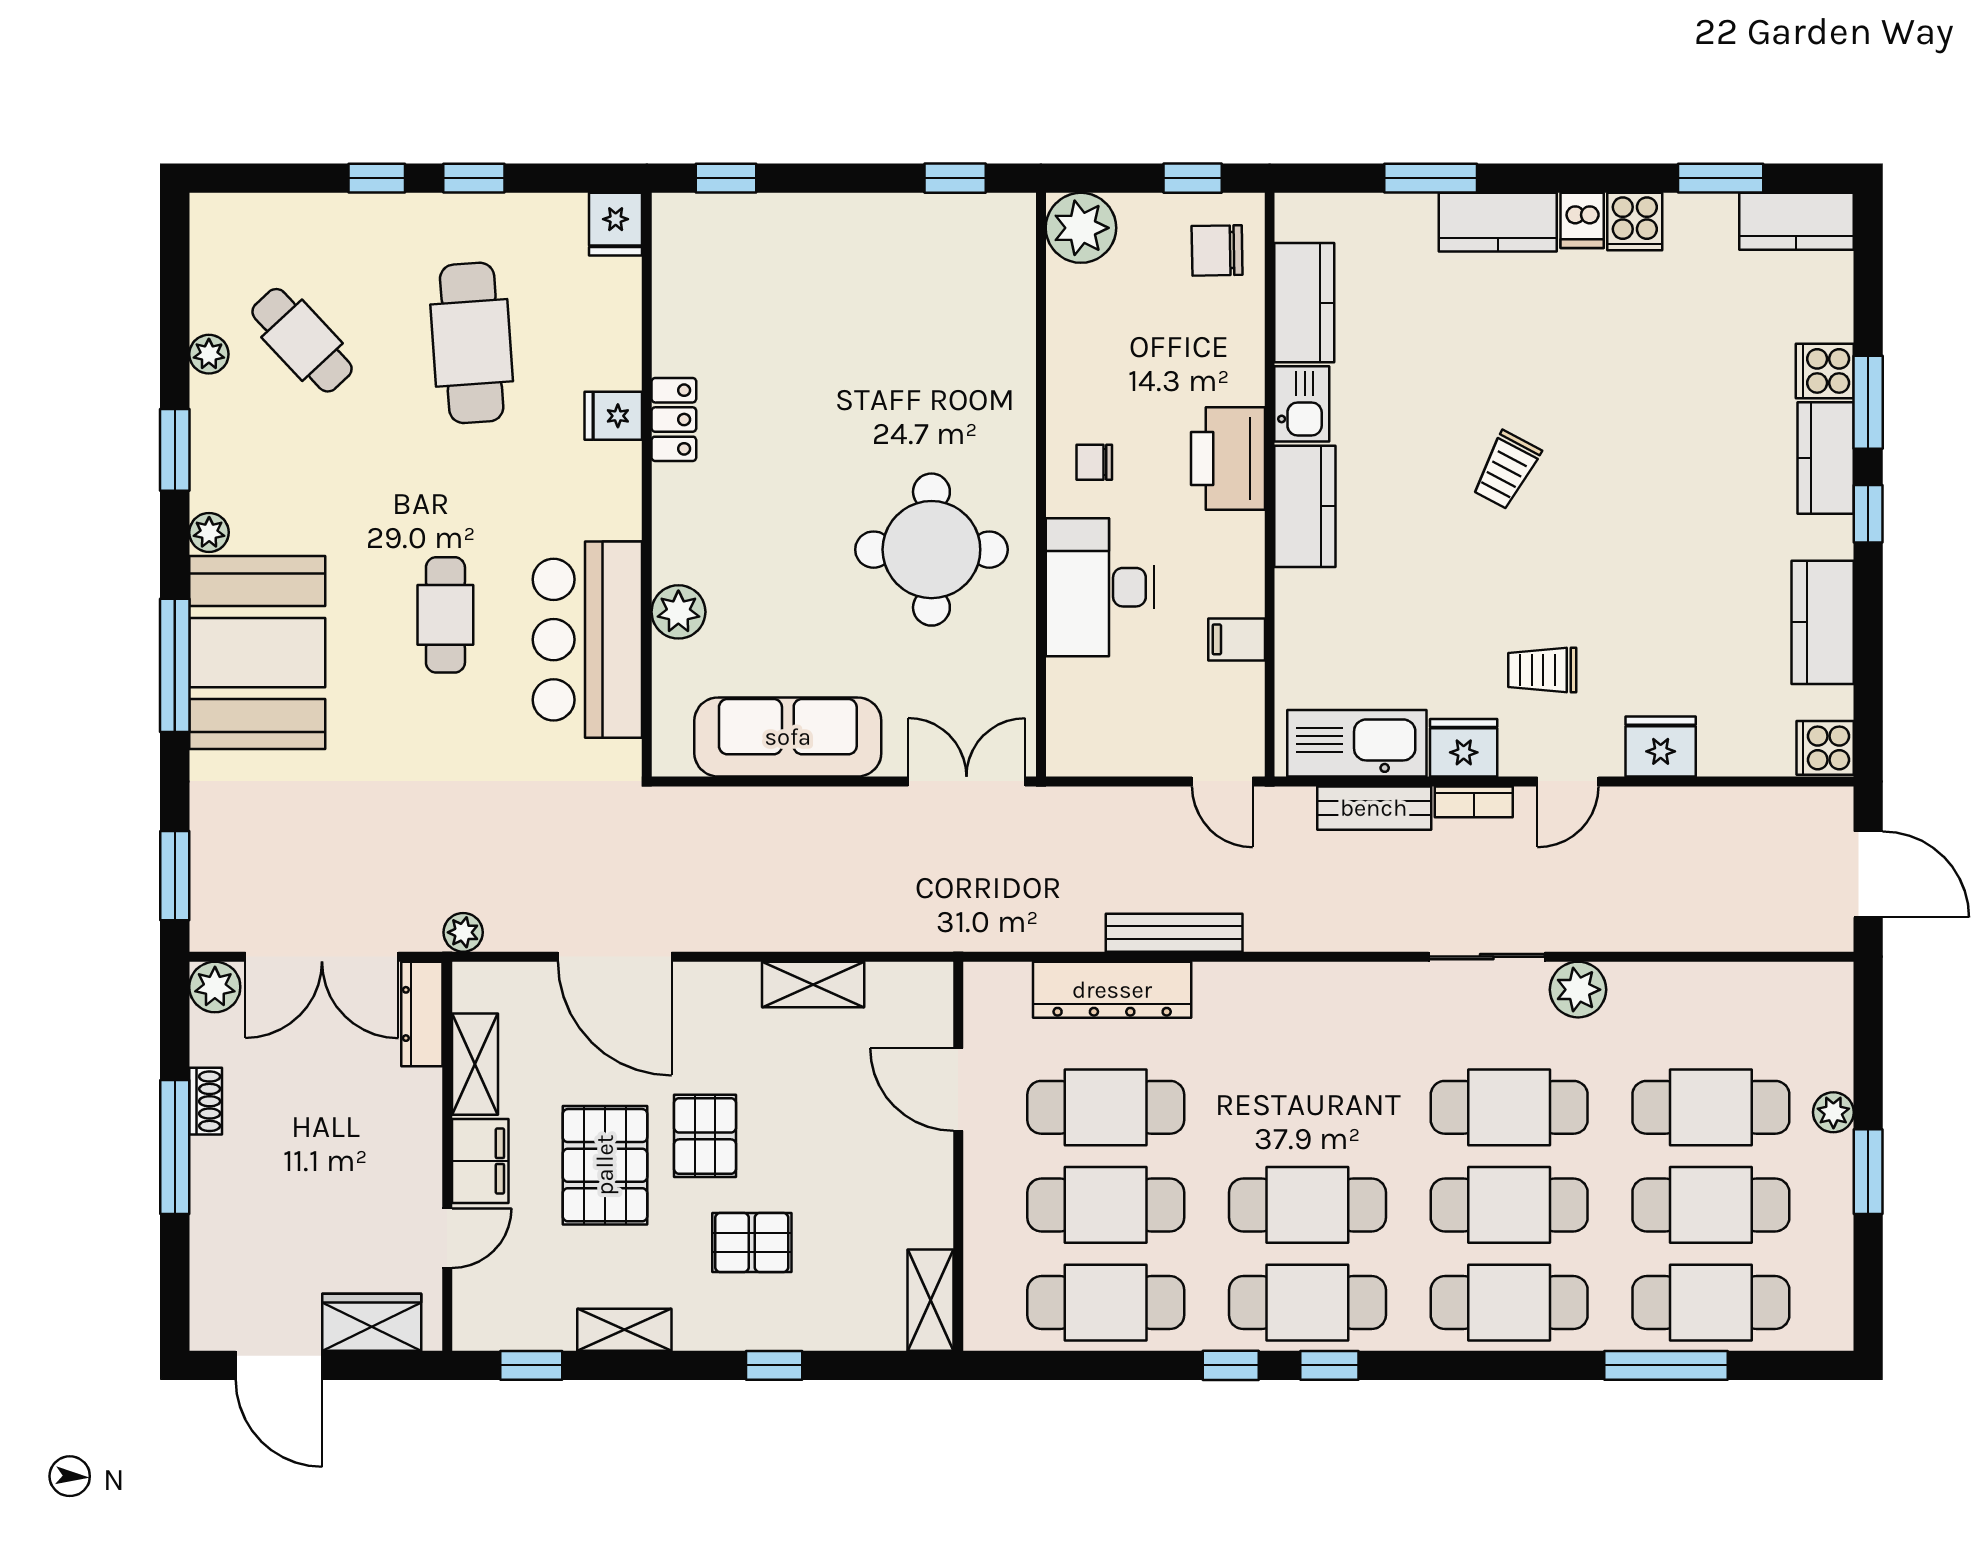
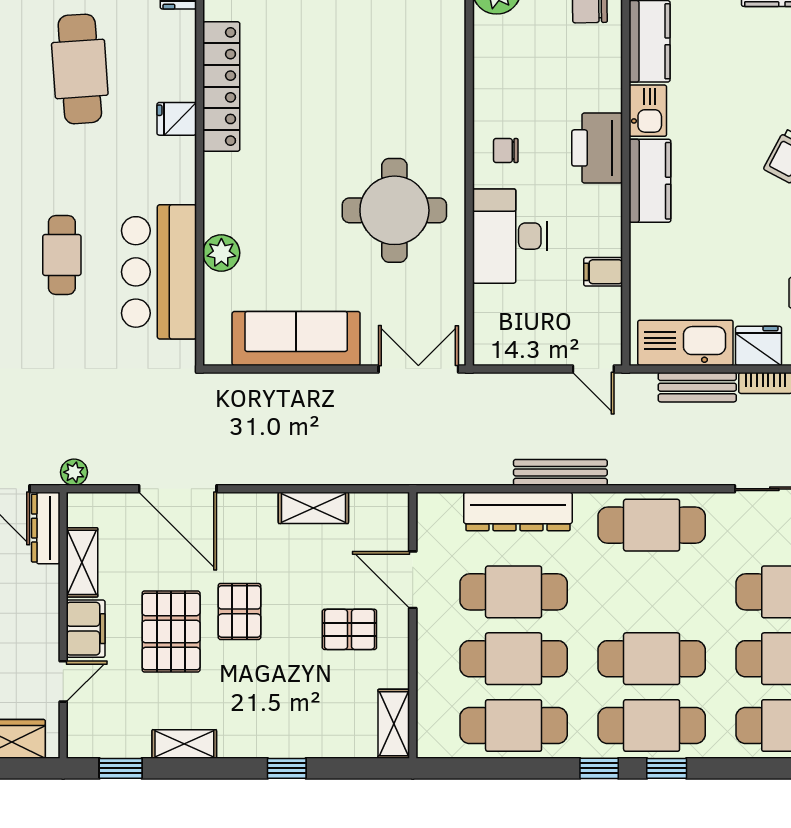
locker: (674, 420) -> (221, 87), width x2.16, depth x1.21
cafe table: (1307, 1010) -> (652, 525), added
pallet: (752, 1242) -> (349, 629), moved

